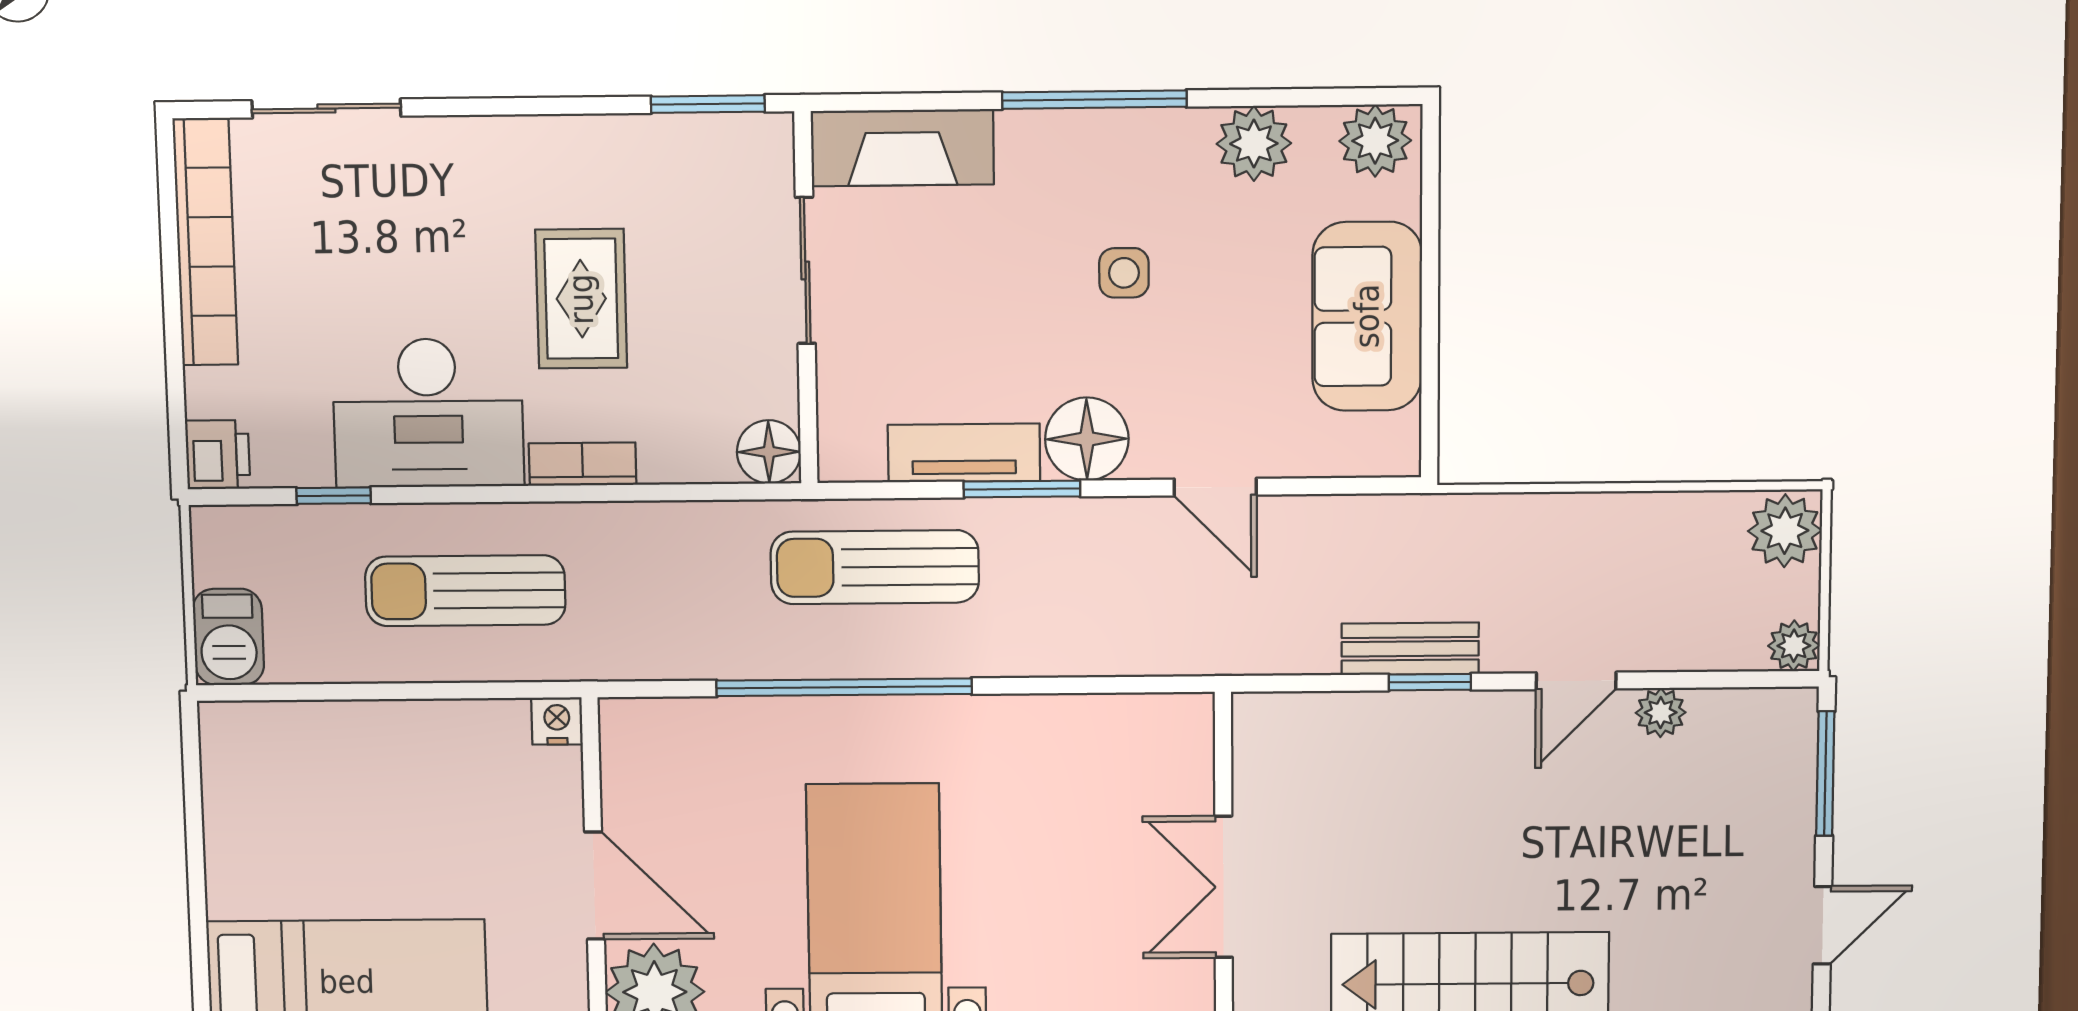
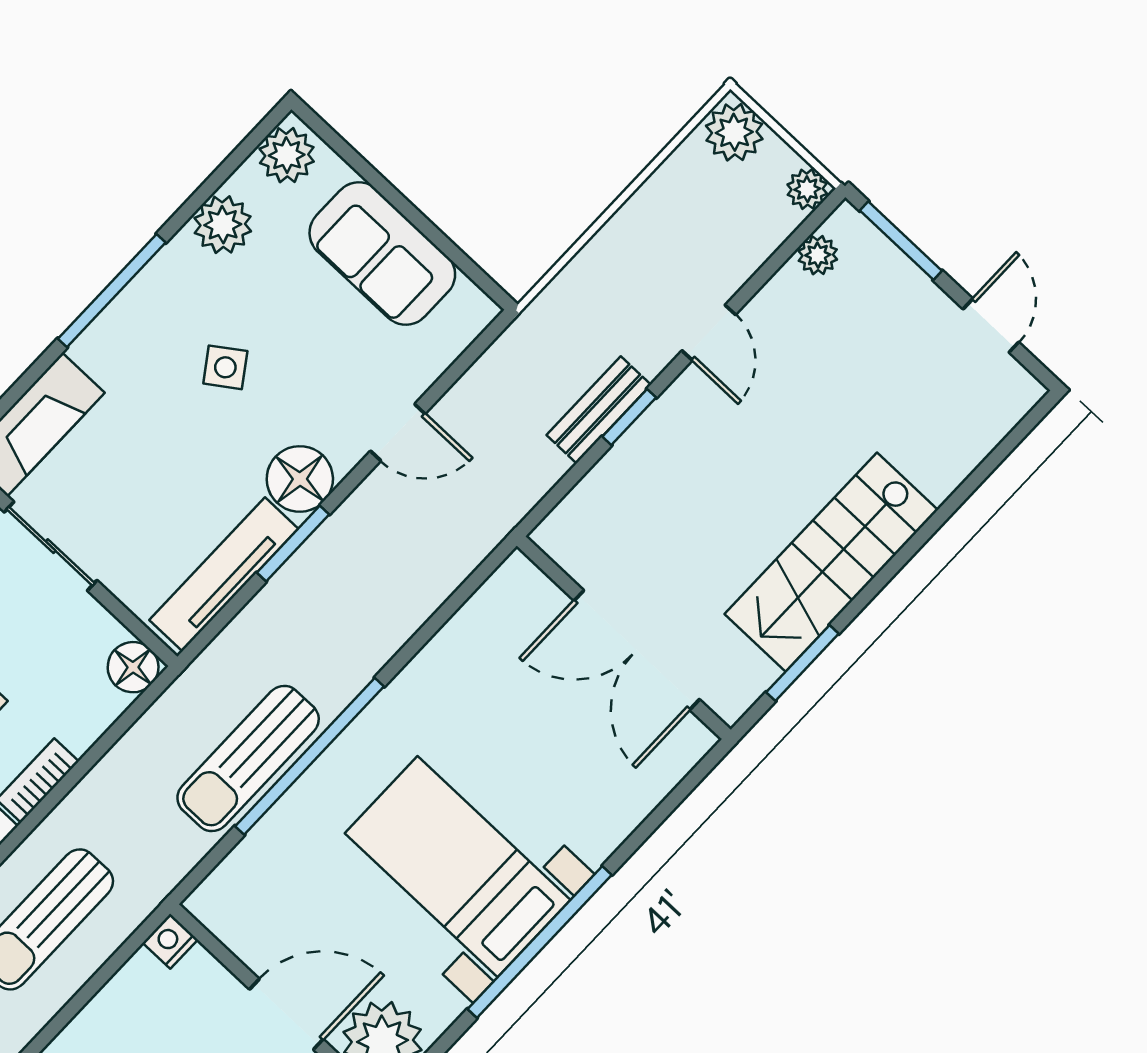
side table: (1124, 273) -> (225, 367), turned -35
tv unit: (964, 453) -> (224, 574), width x1.41
sun lounger: (875, 567) -> (248, 758), moved
plant: (1661, 713) -> (818, 255), moved
double door: (1224, 887) -> (637, 650), width x1.37

